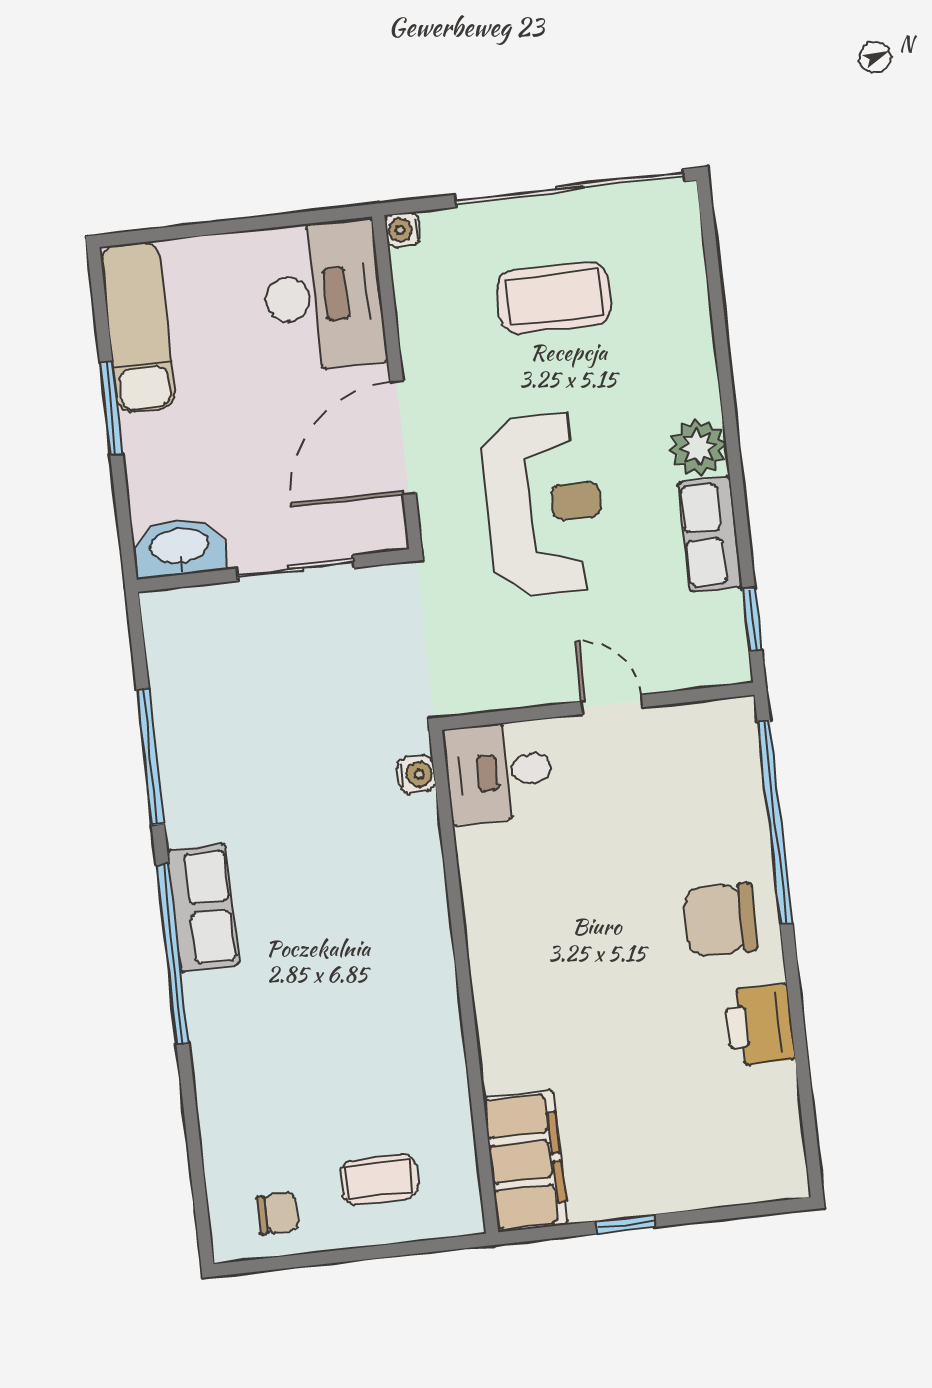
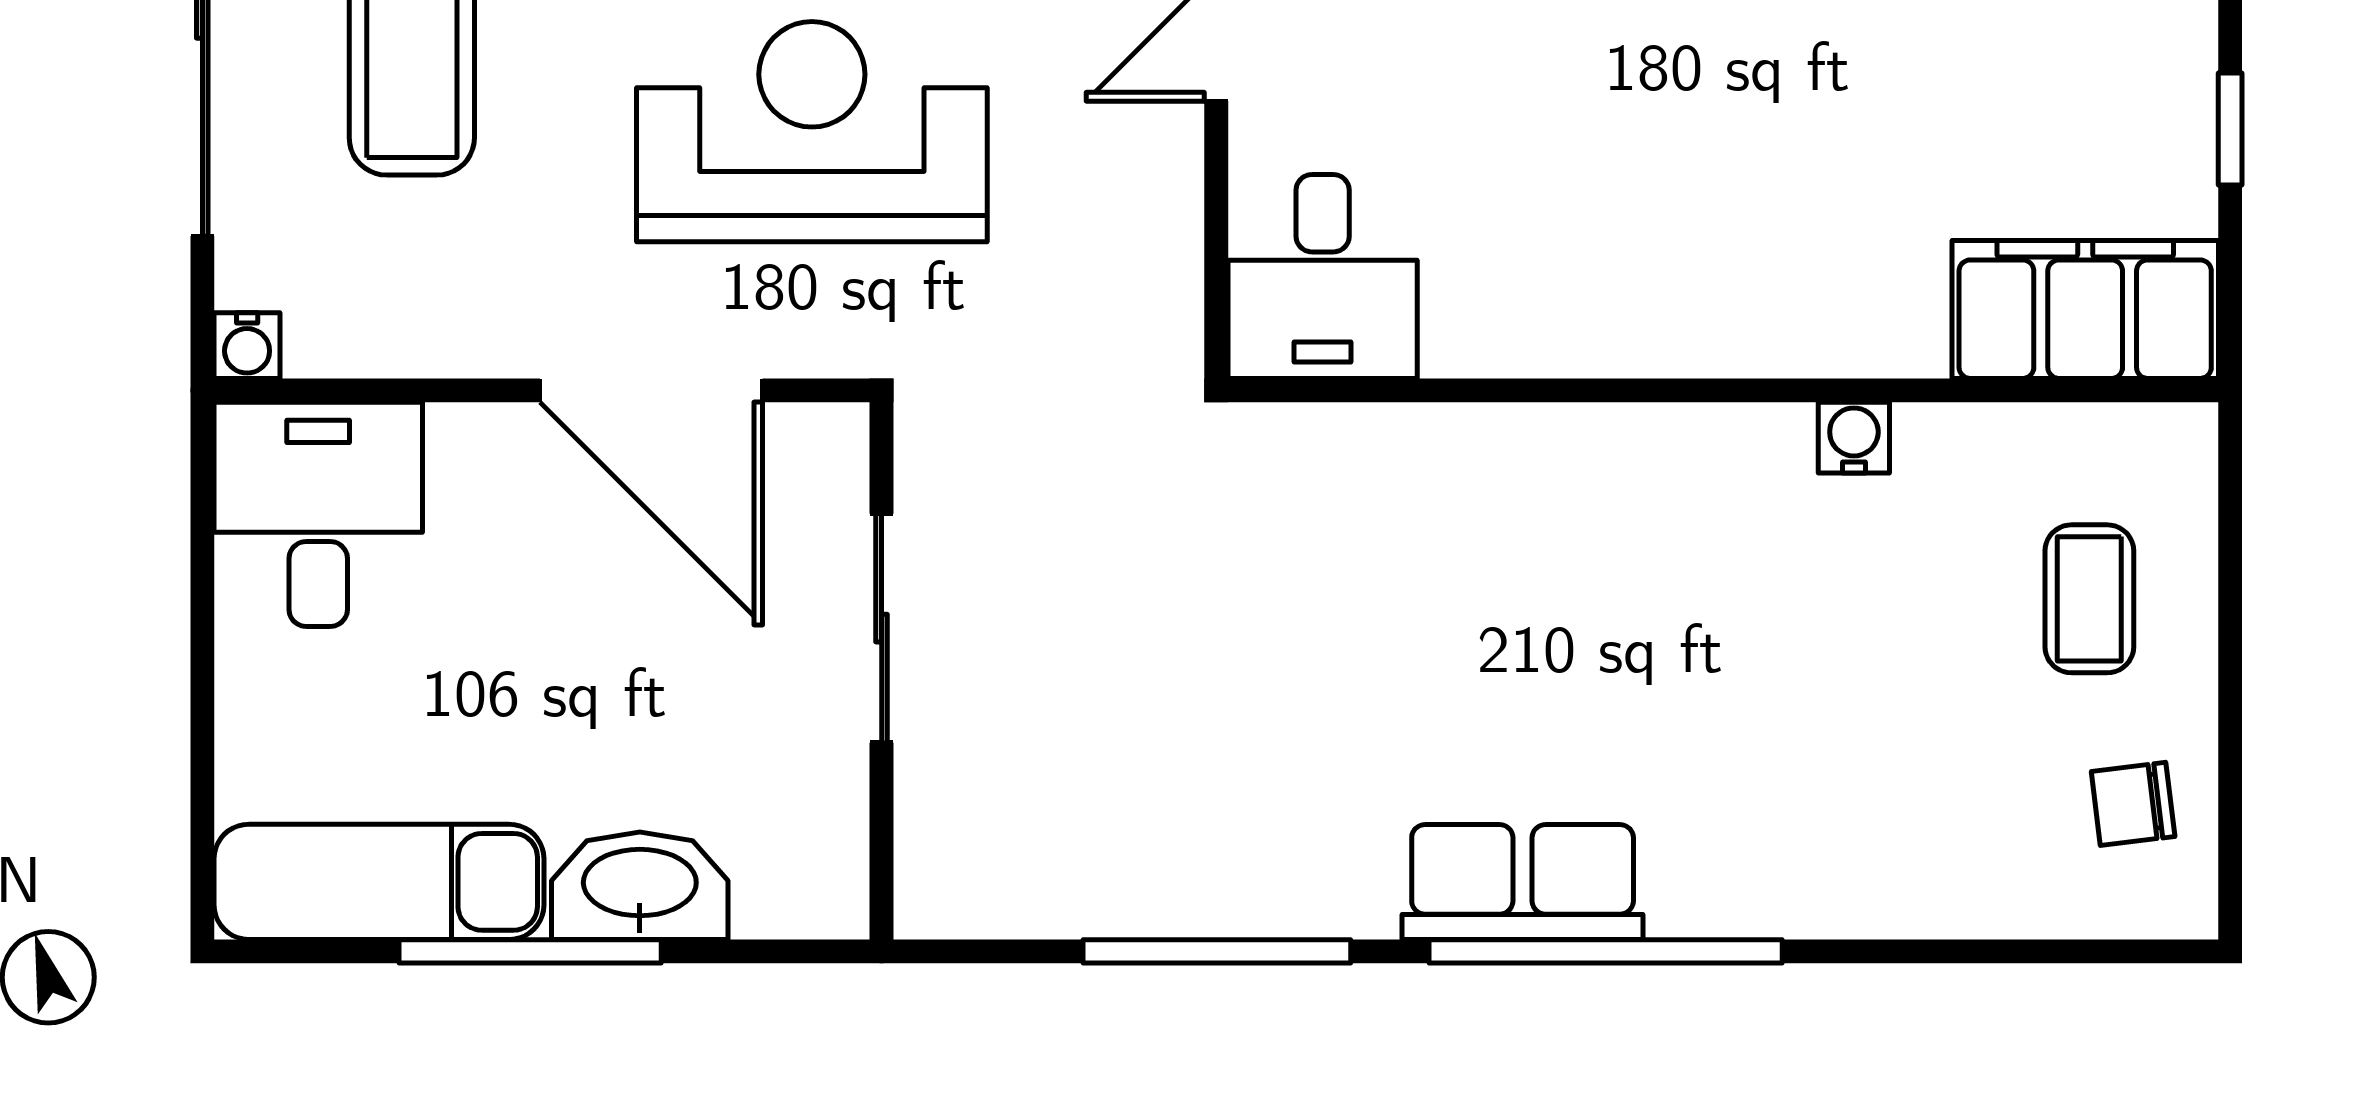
desk: (323, 295) -> (318, 514), width x0.73
window: (111, 408) -> (530, 951), width x1.44
washbasin: (180, 547) -> (640, 886), moved, turned 90
water cooler: (416, 774) -> (1854, 438), moved
chair: (277, 1213) -> (2133, 804), turned -97

